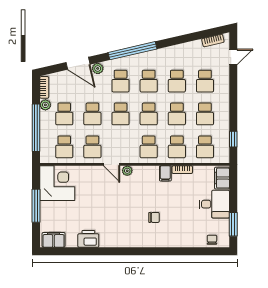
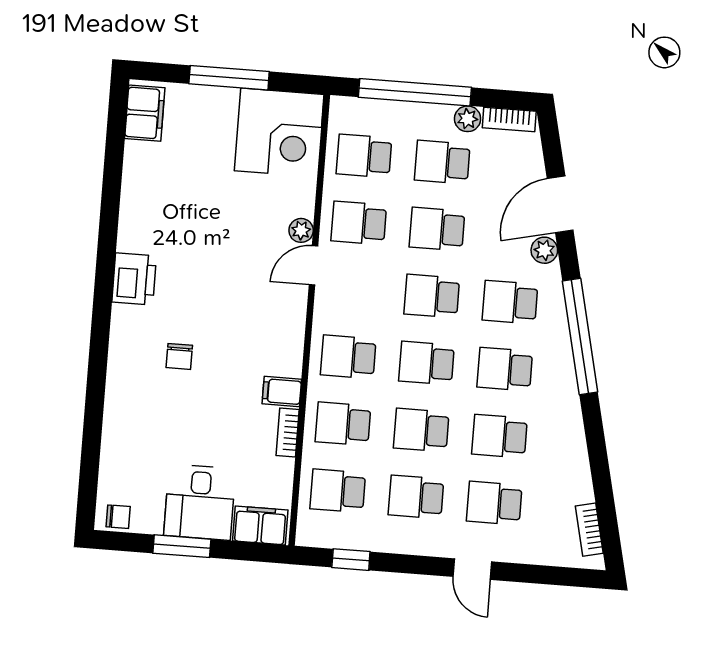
door: (233, 57) -> (472, 569), moved
plant: (127, 171) -> (301, 230), moved
window: (233, 224) -> (182, 546), moved
printer: (88, 239) -> (134, 279), moved
chair: (212, 240) -> (118, 517), moved

